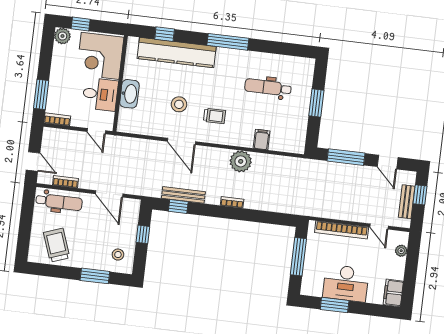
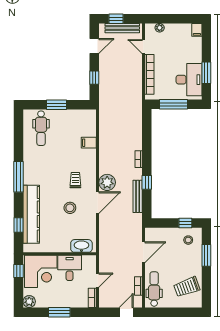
window: (81, 24) -> (19, 271), moved
dental chair: (268, 87) -> (41, 128), moved
window: (41, 94) -> (59, 312), moved
washbasin: (129, 94) -> (81, 246), moved
door: (96, 131) -> (98, 280), moved
window: (346, 157) -> (94, 78), width x0.46
plant: (241, 161) -> (107, 182), moved
bench: (407, 202) -> (122, 28), width x1.36
window: (178, 207) -> (147, 182), moved
door: (379, 227) -> (143, 47), swing flipped
window: (143, 234) -> (185, 223), moved
desk: (346, 283) -> (189, 80), moved
filing cabinet: (393, 293) -> (197, 30), width x0.50

